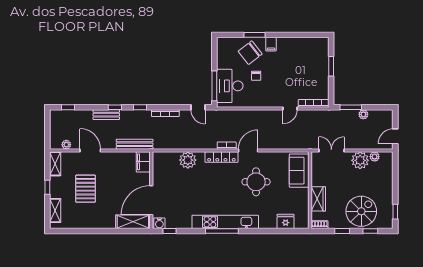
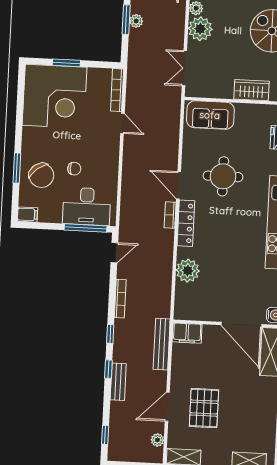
filing cabinet: (271, 44) -> (27, 215), moved
corner desk: (307, 59) -> (55, 96), added
window: (351, 107) -> (126, 20), moved
pallet: (85, 189) -> (204, 408), moved, turned 90

